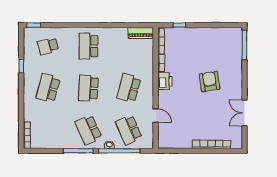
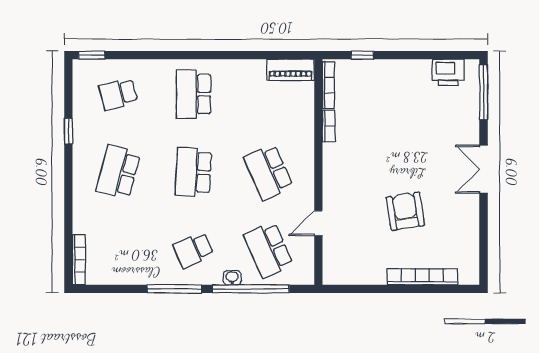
printer: (165, 81) -> (448, 72), moved, turned 90
armchair: (210, 81) -> (405, 211), moved
school desk: (129, 88) -> (268, 172), turned -39
double door: (244, 113) -> (484, 169), moved
door: (156, 116) -> (318, 223), swing flipped
school desk: (88, 130) -> (193, 250), width x0.54

